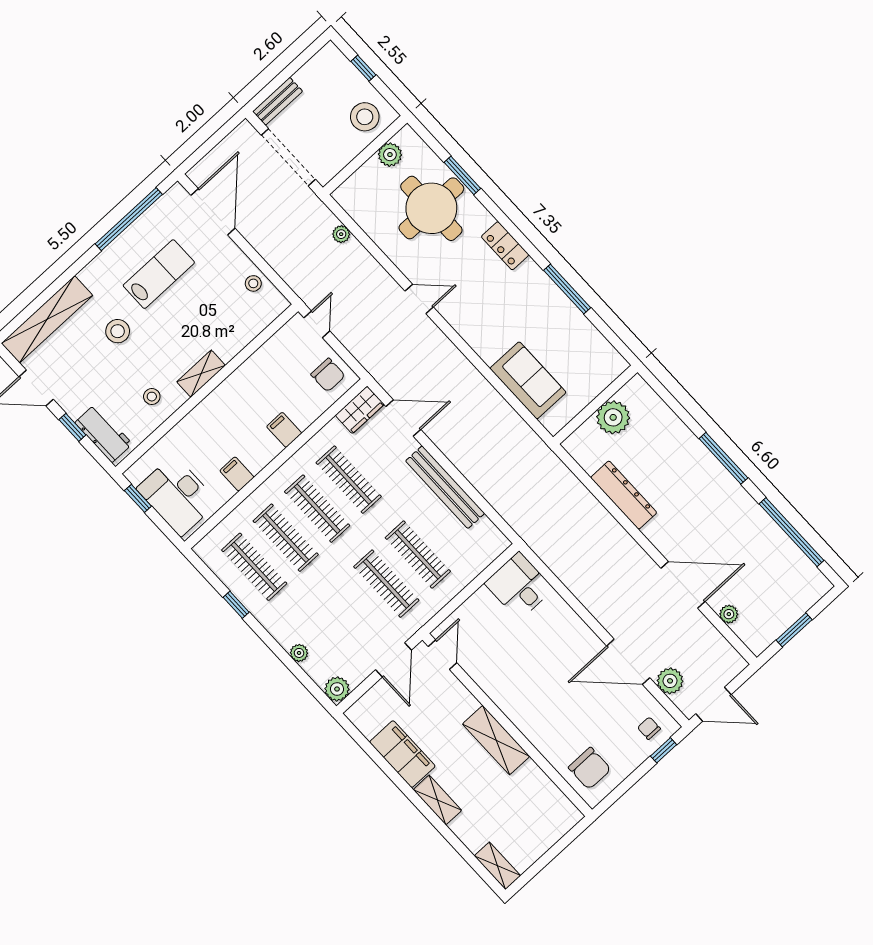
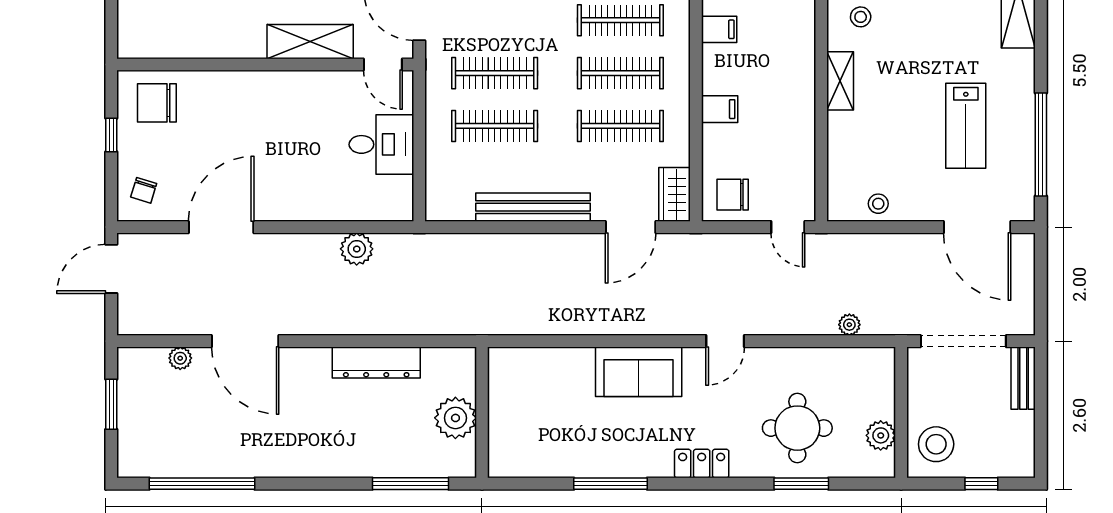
round table: (431, 208) -> (797, 428), width x0.73, depth x0.73
stool: (118, 331) -> (949, 41), removed
sofa: (528, 380) -> (639, 372), moved
window: (723, 458) -> (410, 484), moved
door: (683, 585) -> (245, 341), hinge flipped
desk: (519, 586) -> (381, 144), moved
plant: (670, 681) -> (357, 249), moved
chair: (649, 728) -> (144, 190), turned 107
shelving: (496, 740) -> (310, 42), moved
window: (664, 750) -> (111, 135), moved

